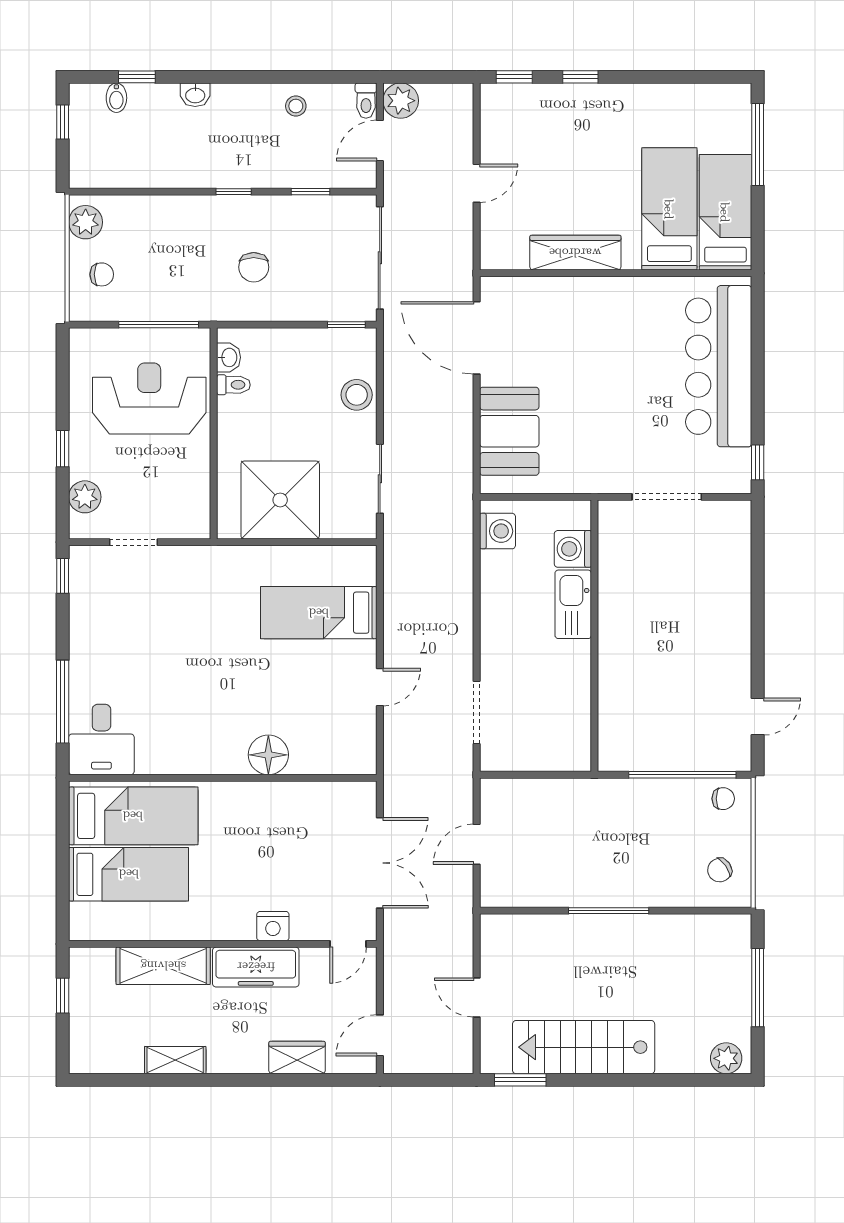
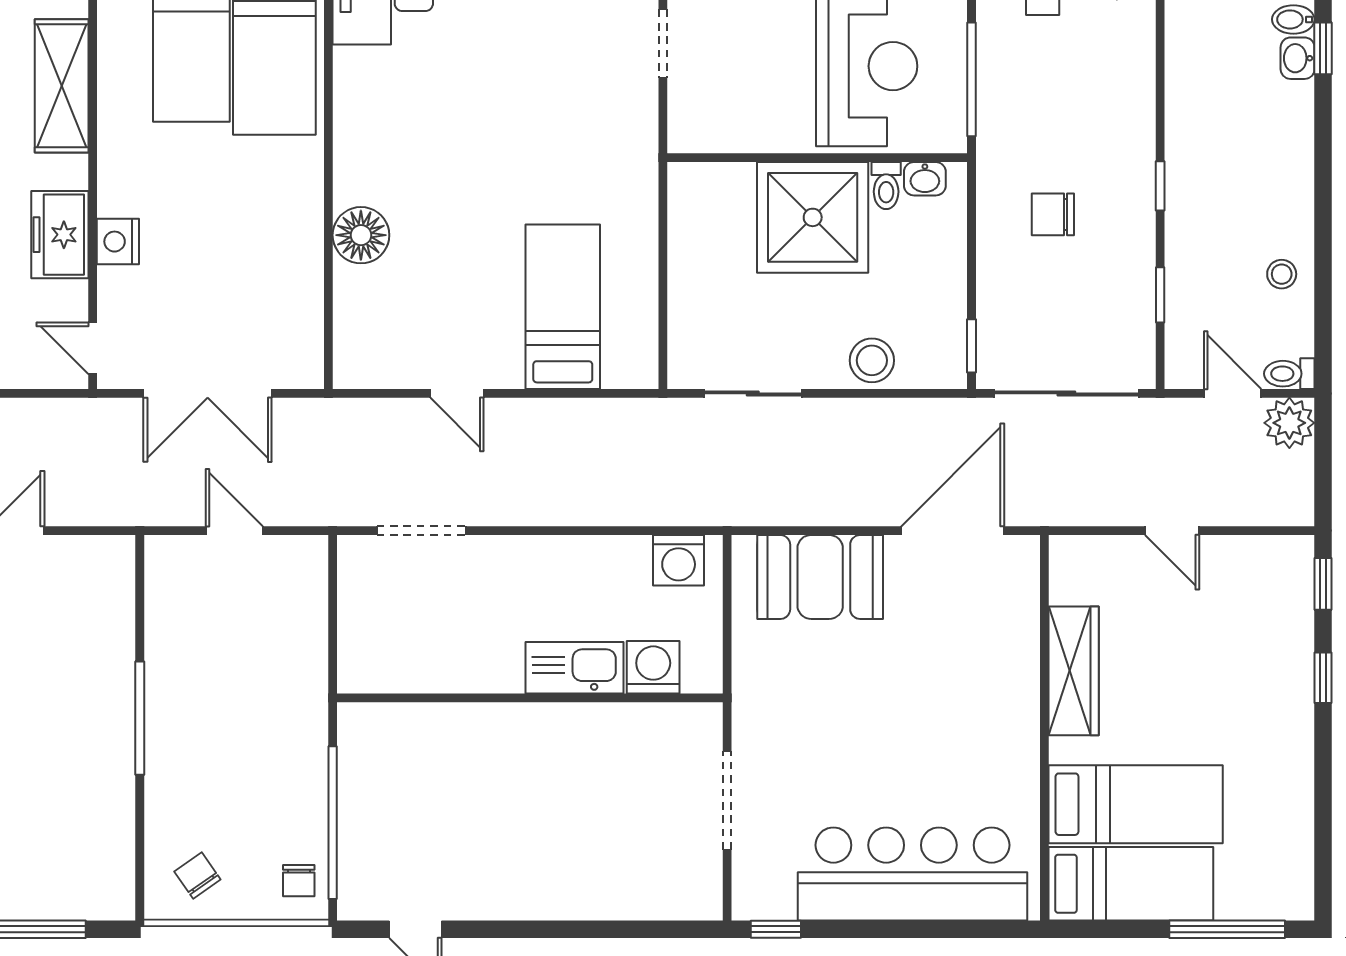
washbasin: (195, 95) -> (1298, 58), moved
shower: (280, 500) -> (813, 217), moved
freezer: (256, 967) -> (60, 235), width x0.71

